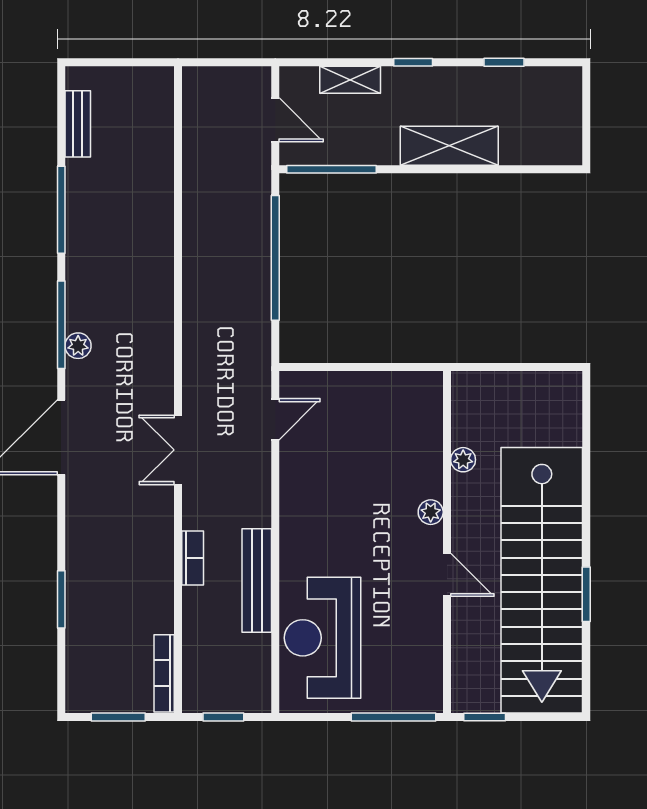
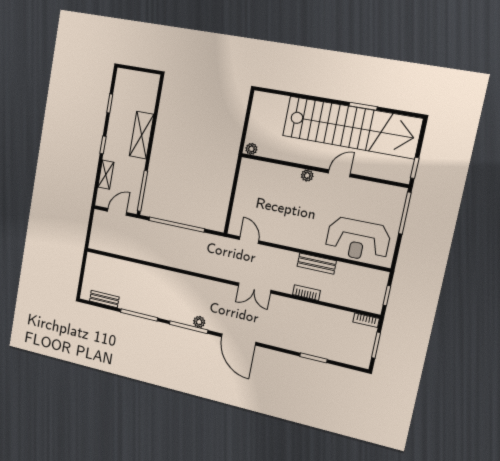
plant: (463, 460) -> (251, 149), moved
bench: (257, 581) -> (317, 264), width x0.73
bookcase: (164, 673) -> (366, 320), width x0.64

